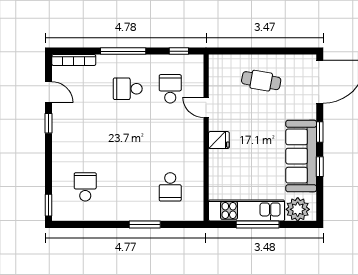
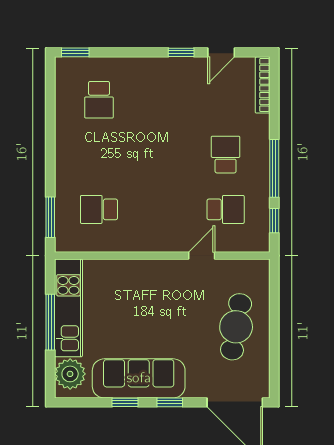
window: (123, 51) -> (274, 168), moved
cafe table: (261, 81) -> (236, 327), width x1.37, depth x1.35
fridge: (219, 140) -> (159, 272), removed
school desk: (85, 187) -> (99, 100), turned 90
window: (145, 225) -> (50, 217), moved

